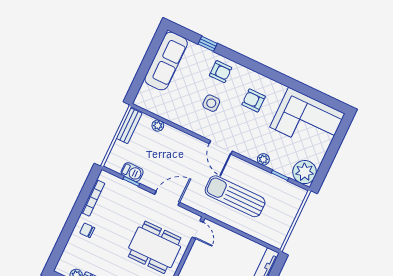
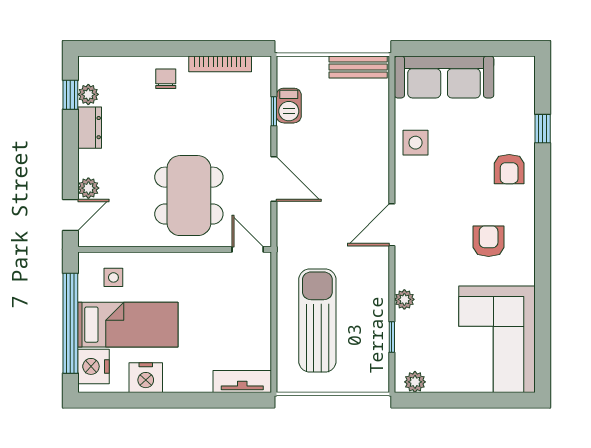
sofa: (166, 61) -> (444, 77), moved
side table: (211, 103) -> (415, 143), moved
plant: (158, 126) -> (380, 111), removed
plant: (305, 172) -> (415, 382), width x0.53, depth x0.53
sun lounger: (235, 196) -> (317, 320), moved
door: (198, 230) -> (248, 249), swing flipped

